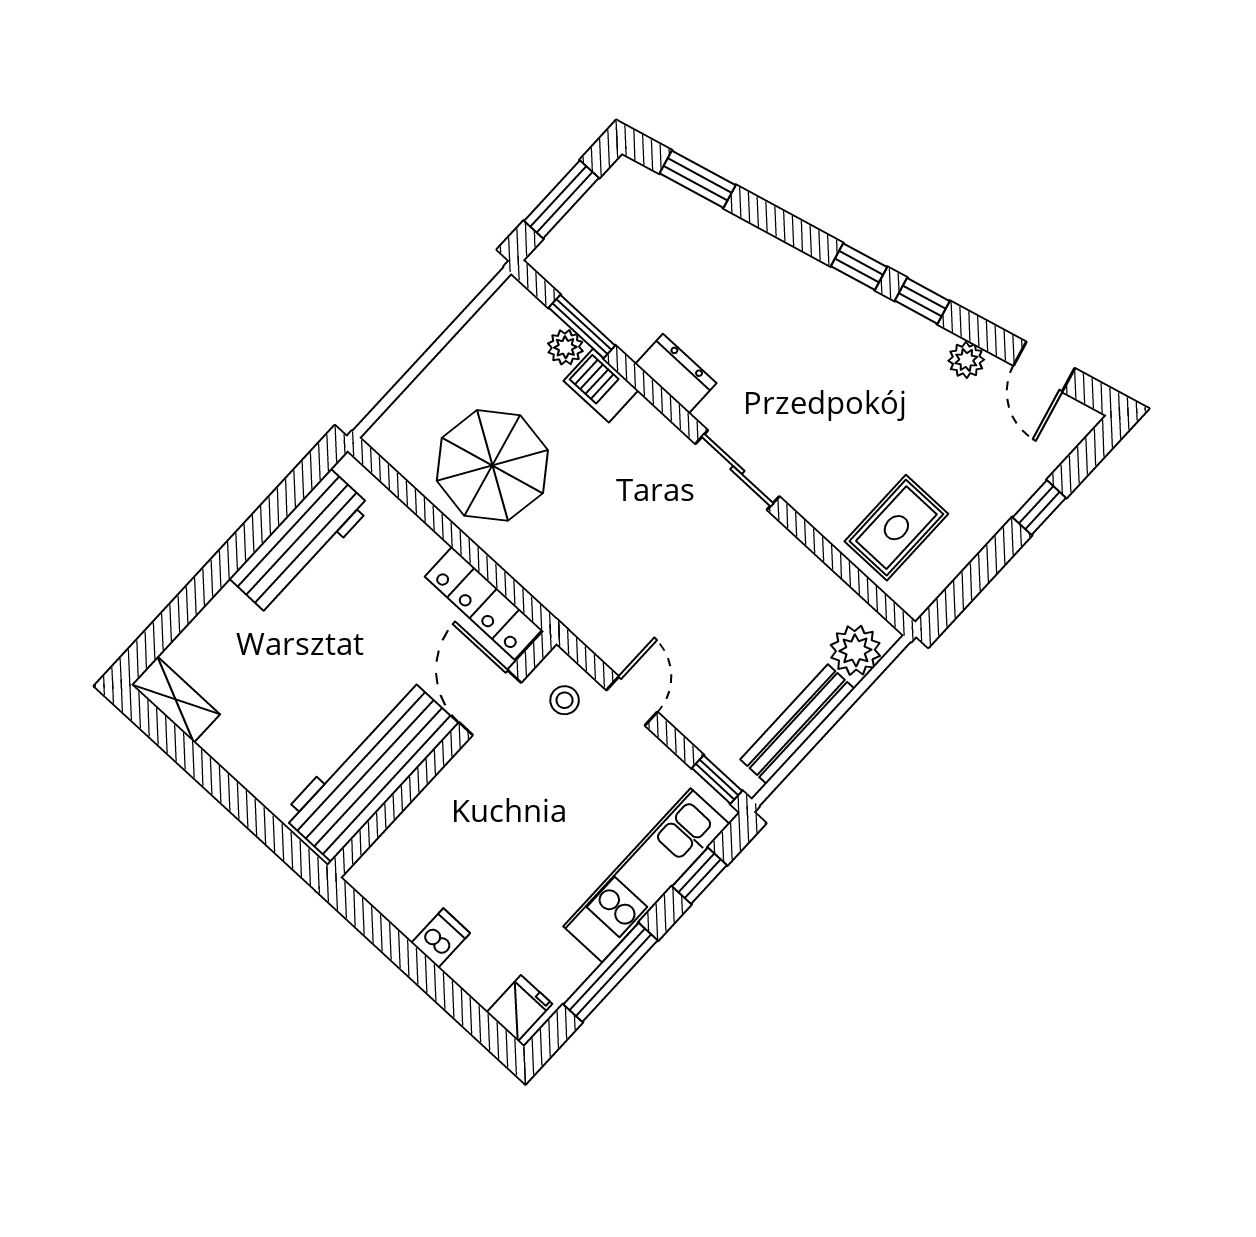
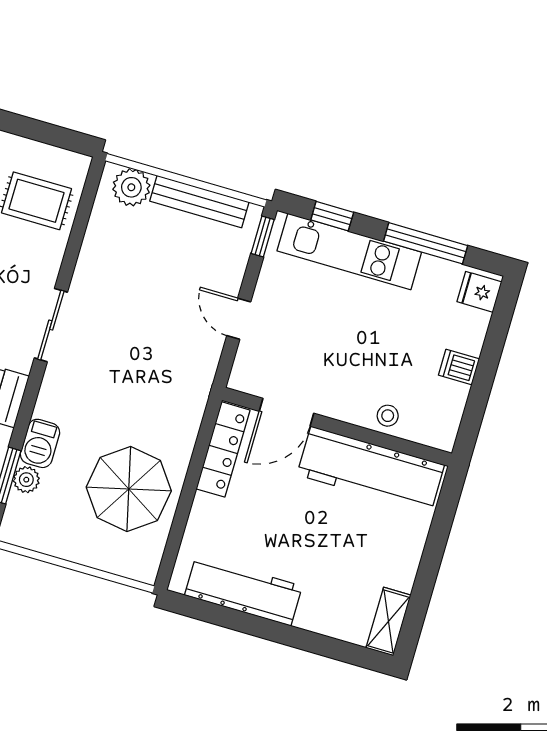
stool: (565, 700) -> (388, 416), moved
door: (632, 701) -> (239, 319), hinge flipped

